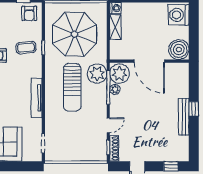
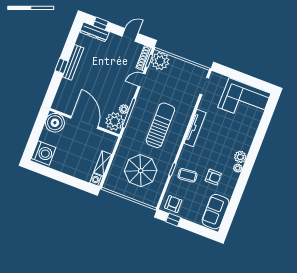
parasol: (75, 34) -> (141, 171), width x0.73, depth x0.73
plant: (97, 74) -> (160, 61), moved
dresser: (174, 155) -> (94, 32), added

